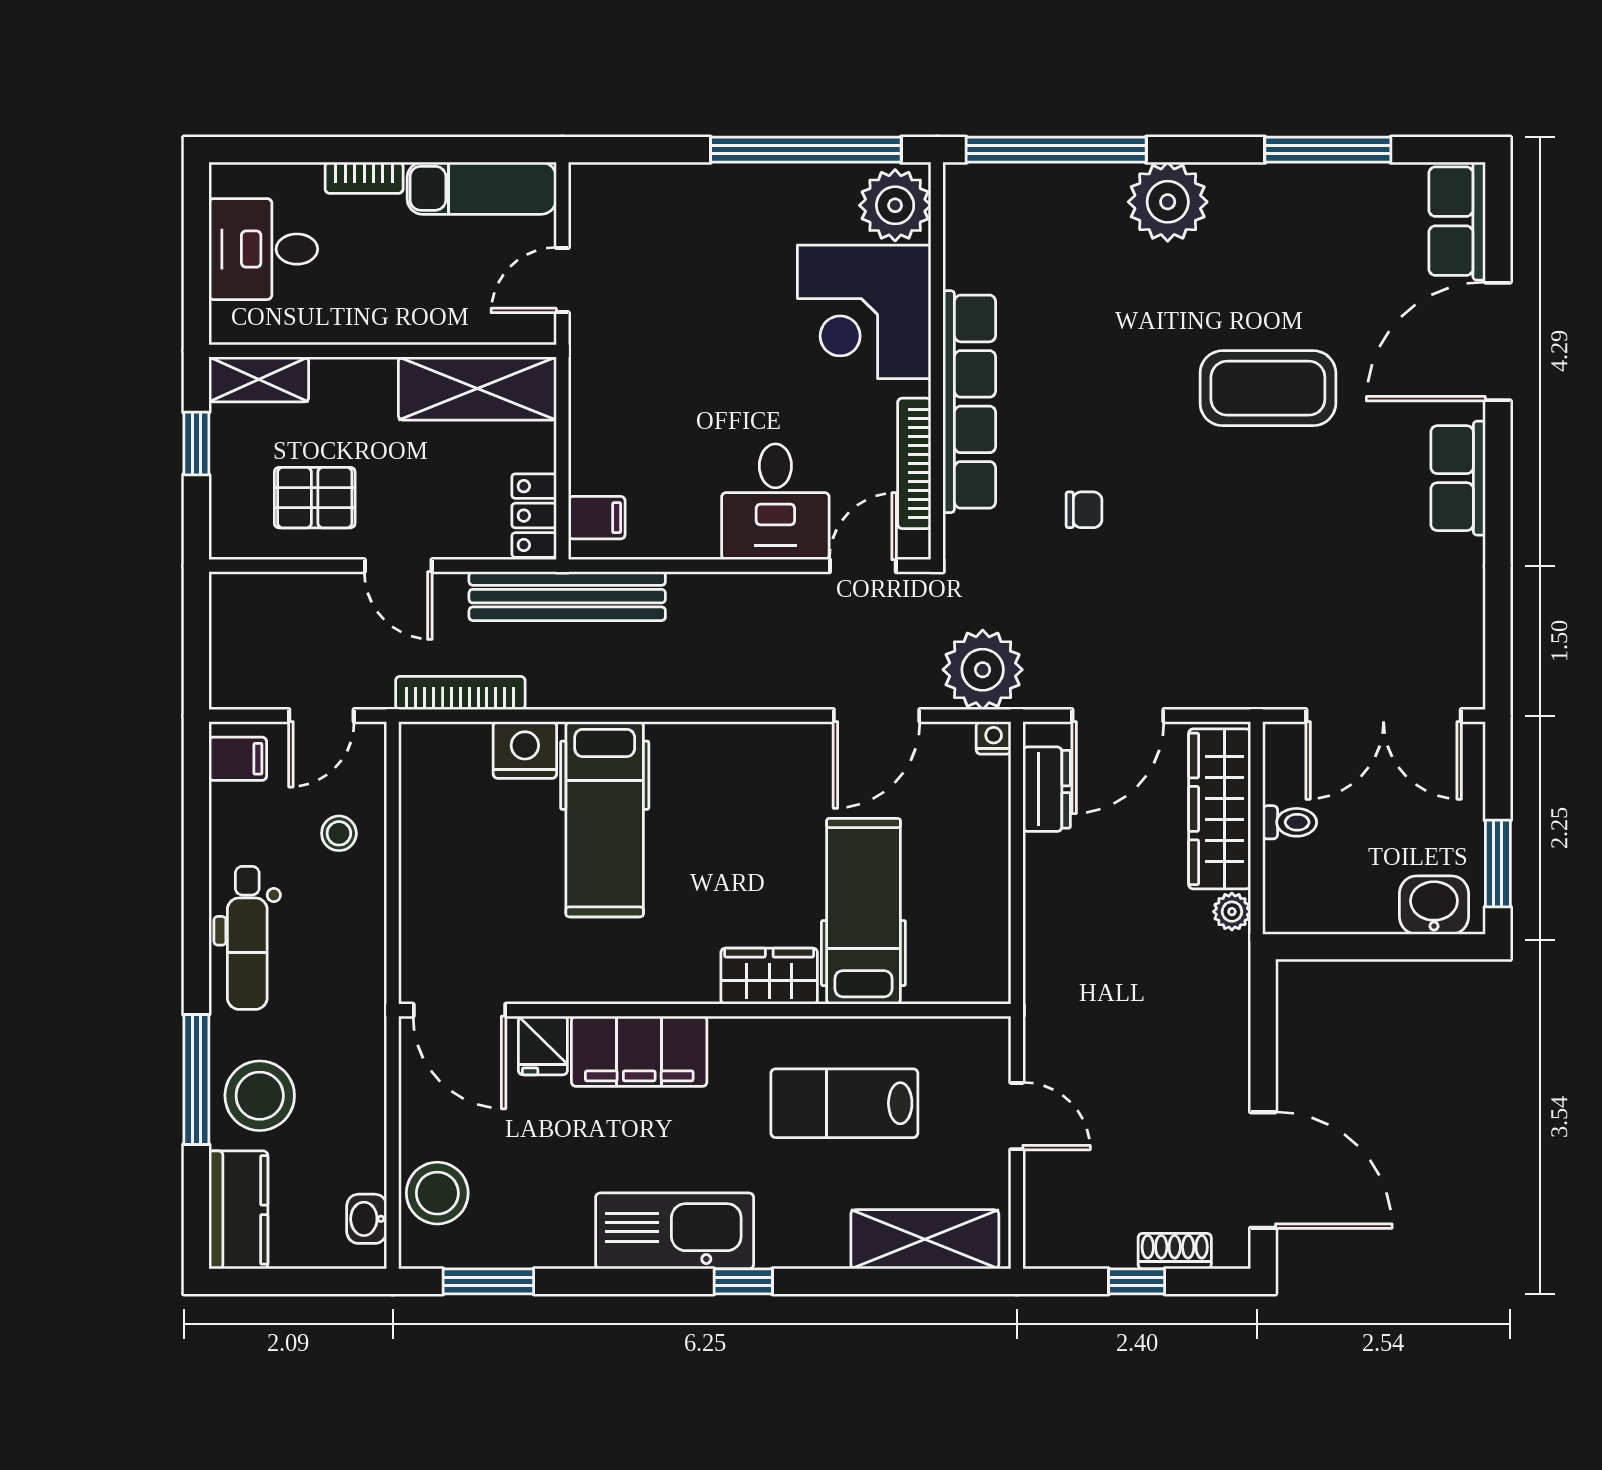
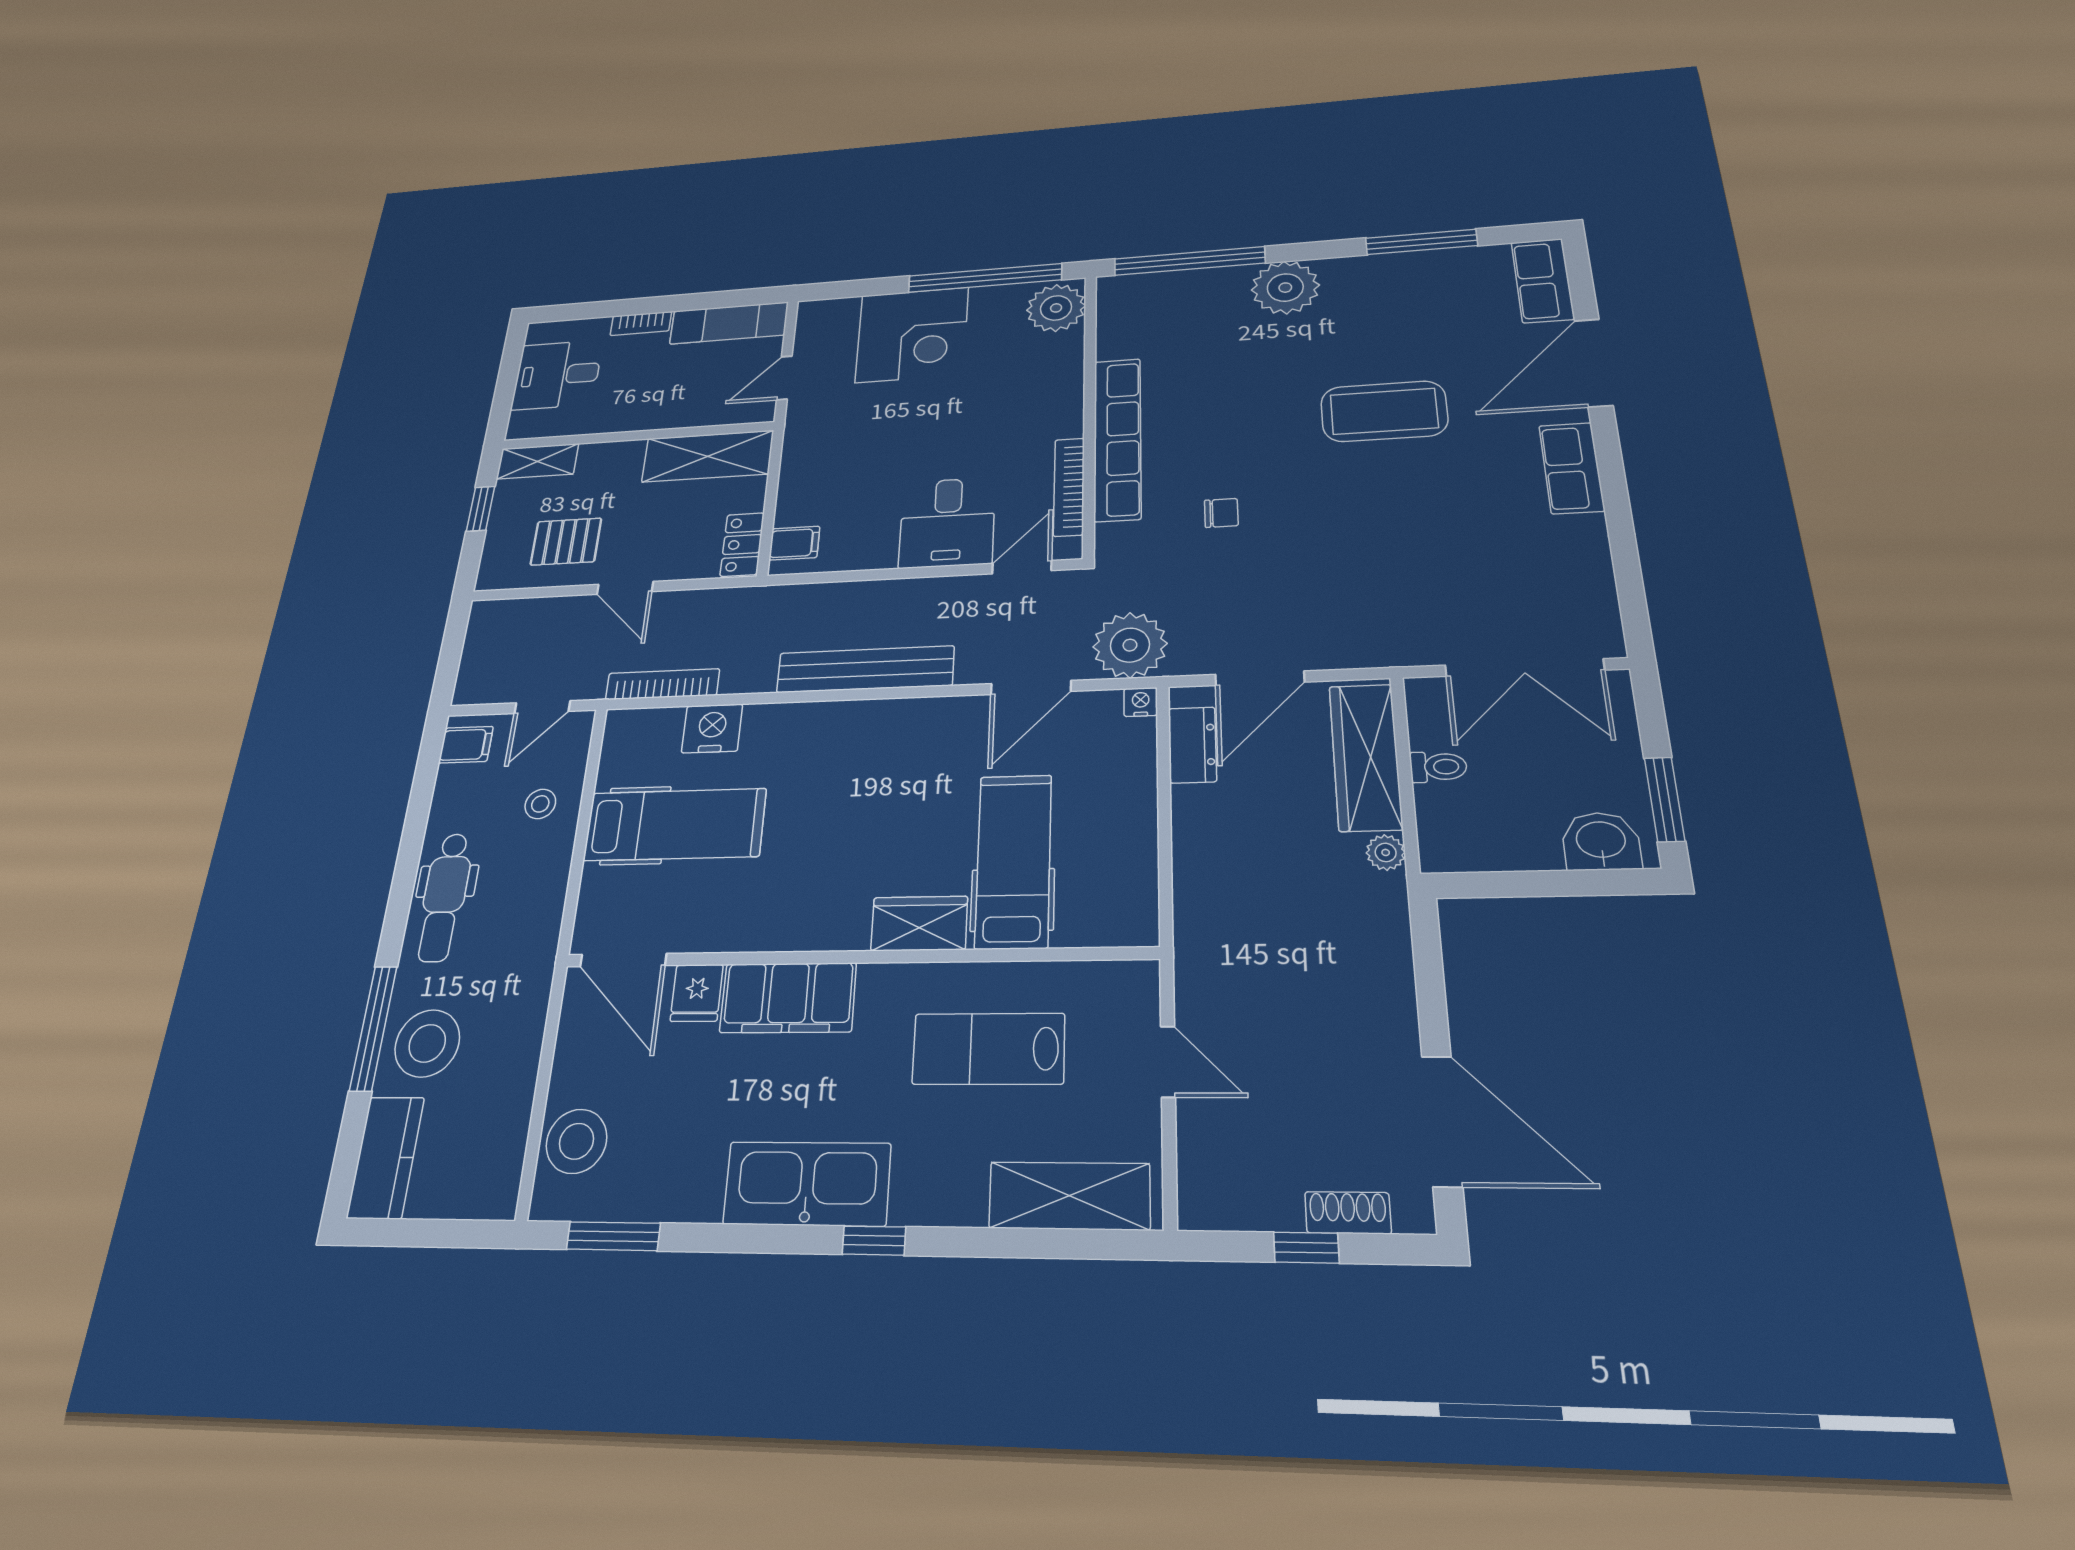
corner desk: (864, 312) -> (912, 335), moved, turned -90
bench: (567, 596) -> (865, 669), moved
hospital bed: (605, 819) -> (675, 825), moved, turned -90
washbasin: (367, 1219) -> (505, 1168), removed

